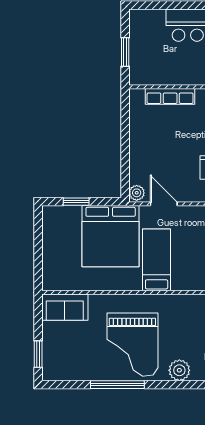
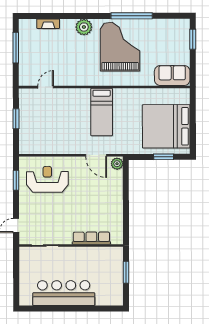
bed: (111, 236) -> (166, 126), moved, turned -90

